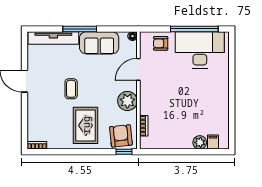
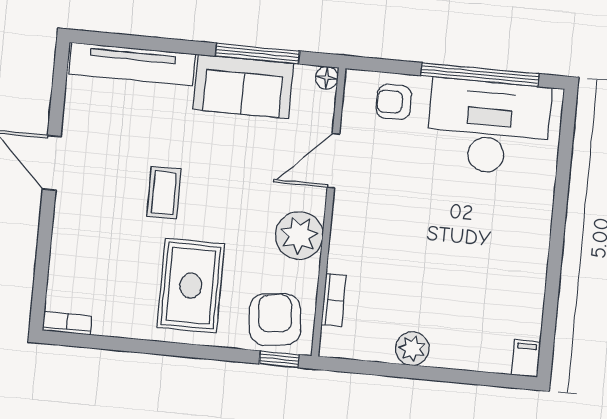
window: (80, 29) -> (258, 54), moved
plant: (200, 142) -> (412, 349), moved
filing cabinet: (213, 142) -> (526, 359), moved

